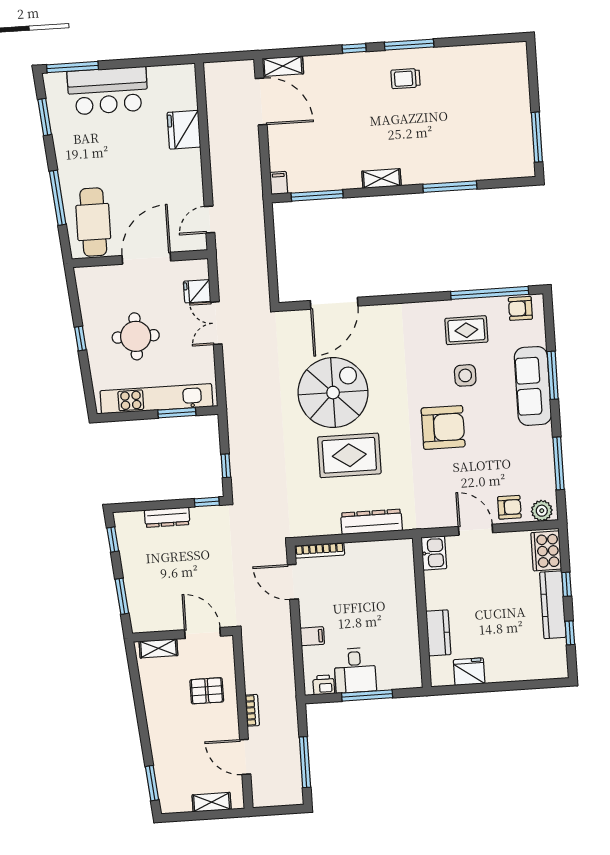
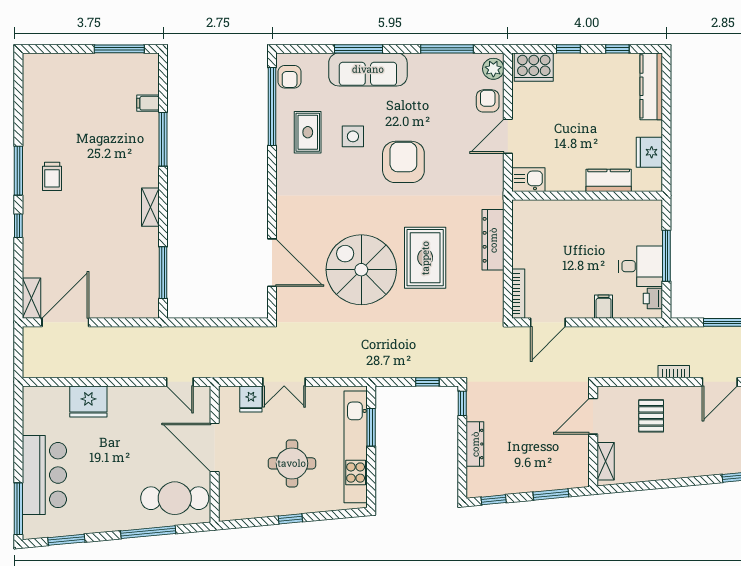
filing cabinet: (279, 183) -> (148, 103), moved
kitchen counter: (553, 605) -> (651, 86), moved, turned 90

